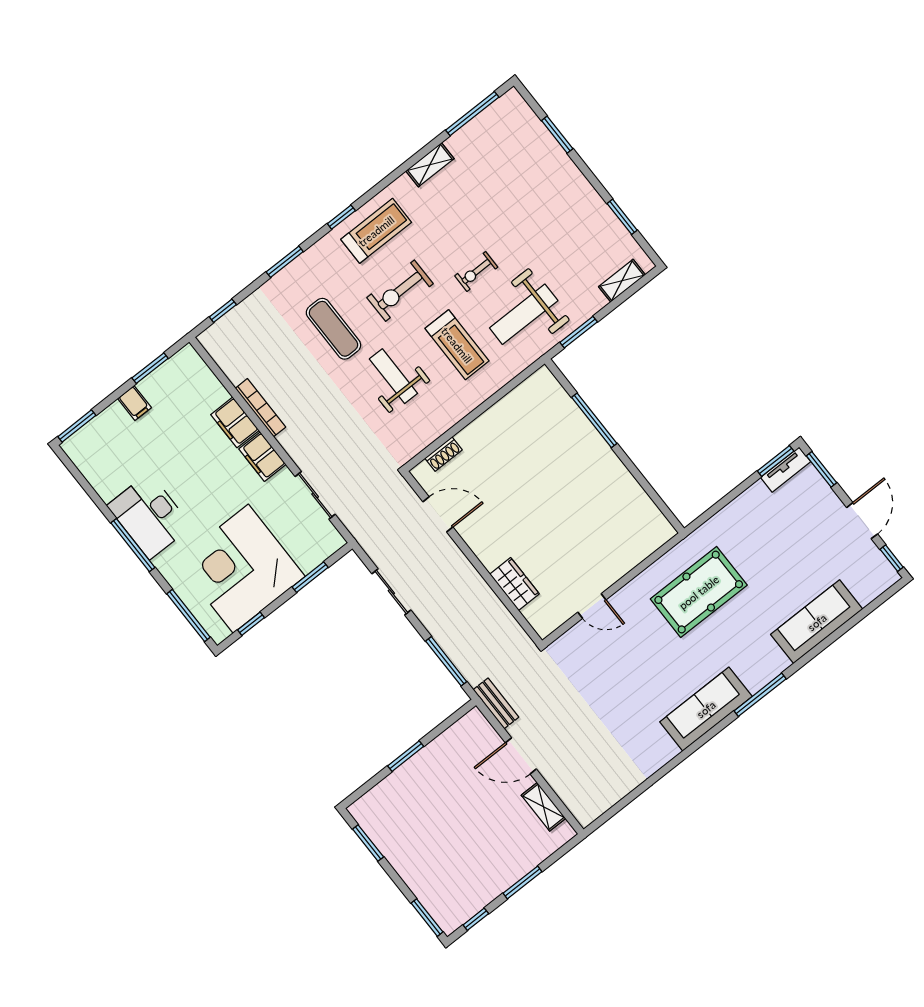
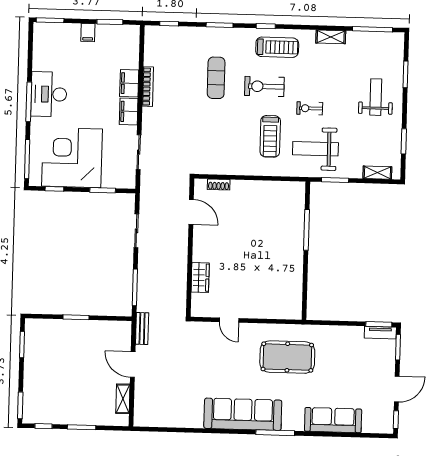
weight bench: (393, 376) -> (376, 97), moved
sofa: (706, 709) -> (243, 414), width x1.36, depth x1.27

